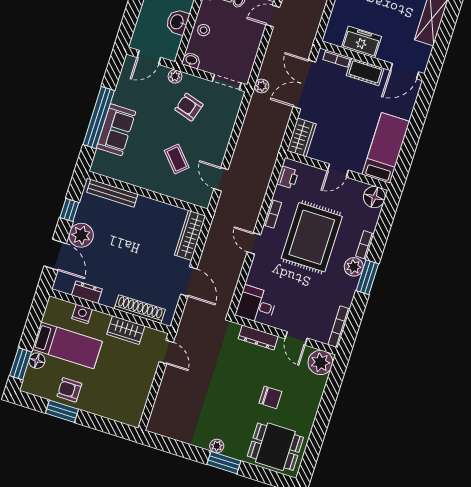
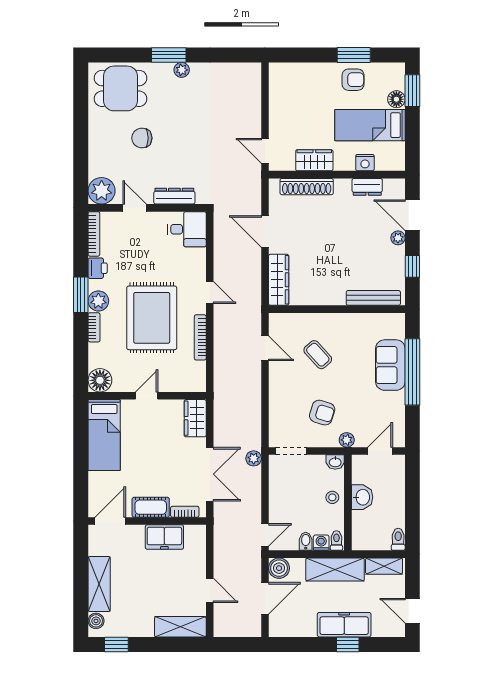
printer: (288, 177) -> (98, 268), moved, turned 180
bookcase: (272, 214) -> (200, 337), width x1.56
plant: (81, 235) -> (398, 238), width x0.53, depth x0.53

